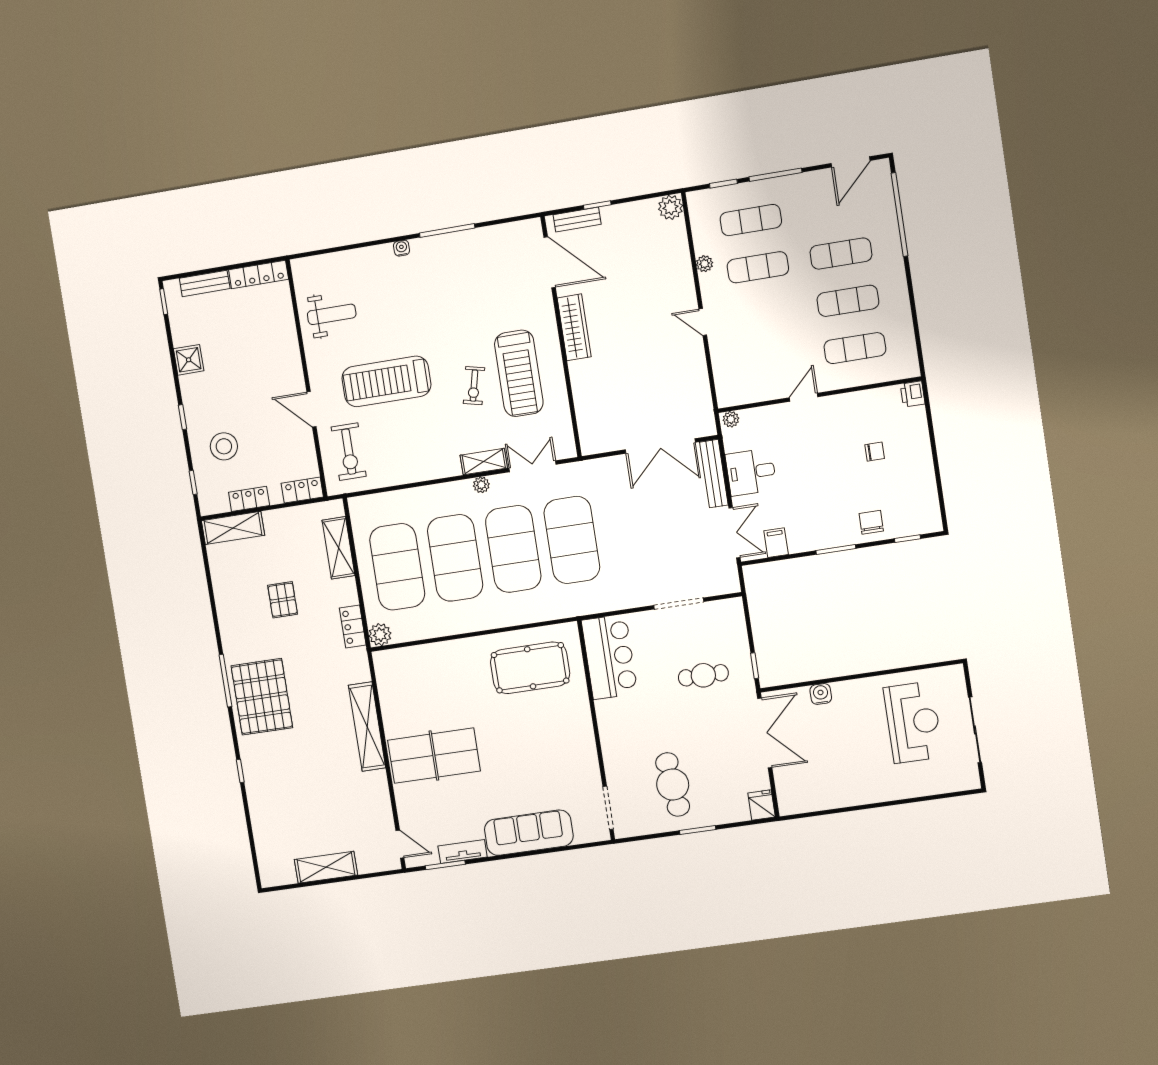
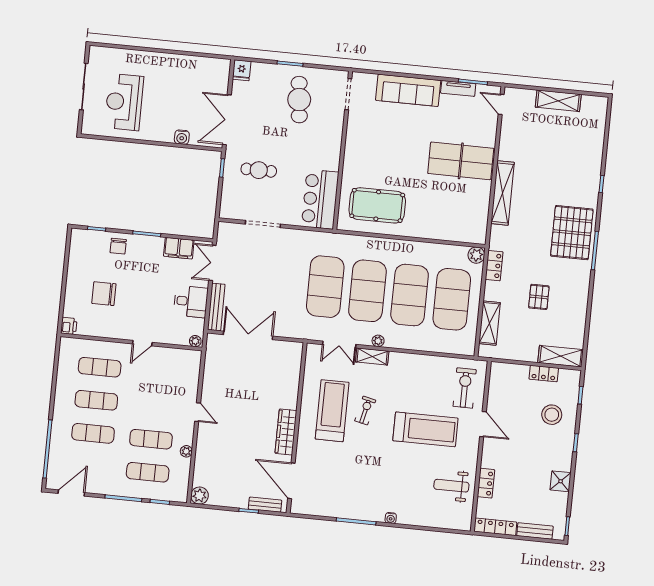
chair: (875, 452) -> (104, 294), width x1.87, depth x1.87
locker: (302, 490) -> (486, 483), moved, turned -90
filing cabinet: (776, 543) -> (179, 248), width x2.00

